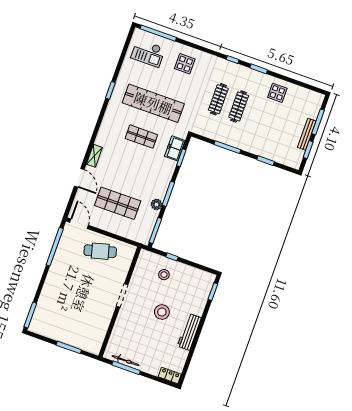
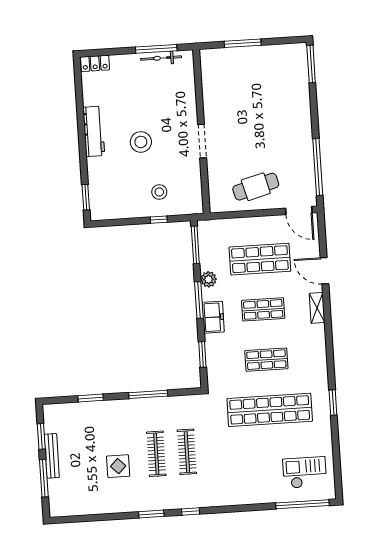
display table: (185, 64) -> (251, 479), removed
display table: (277, 93) -> (118, 466), moved
freezer: (175, 148) -> (213, 317), moved
shop shelf: (129, 170) -> (263, 309), added

